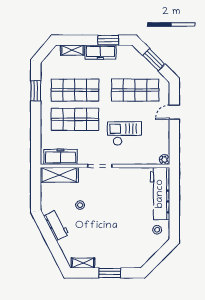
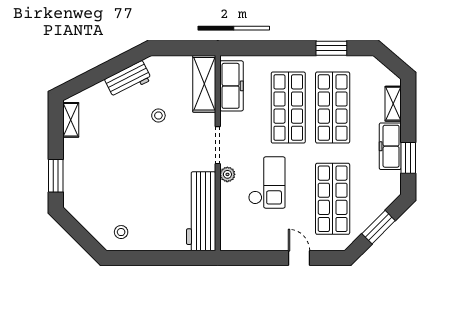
plant: (165, 160) -> (227, 174), moved
workbench: (160, 194) -> (201, 211), moved, turned -90
window: (110, 273) -> (56, 176), moved

